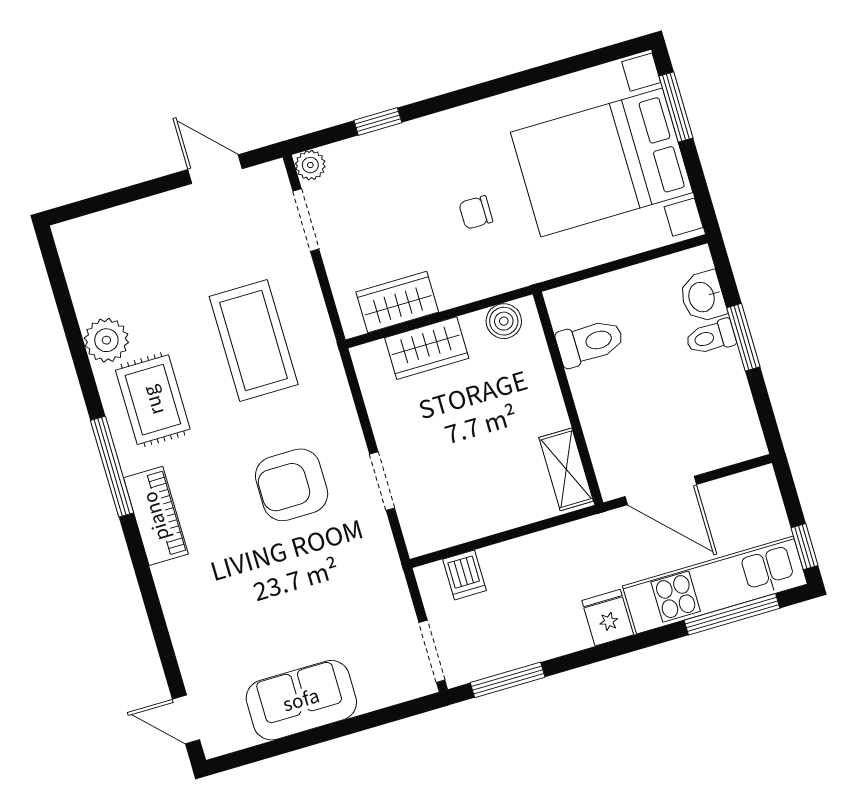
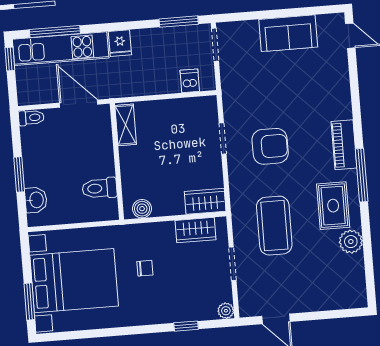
doorway: (306, 220) -> (233, 264), moved
toilet: (711, 337) -> (31, 118), moved
wardrobe: (427, 348) -> (205, 201), moved

